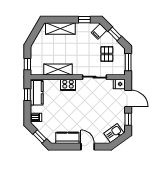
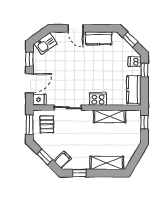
pallet: (107, 54) -> (47, 124), moved
window: (27, 95) -> (144, 70), moved
door: (128, 98) -> (29, 83), swing flipped

